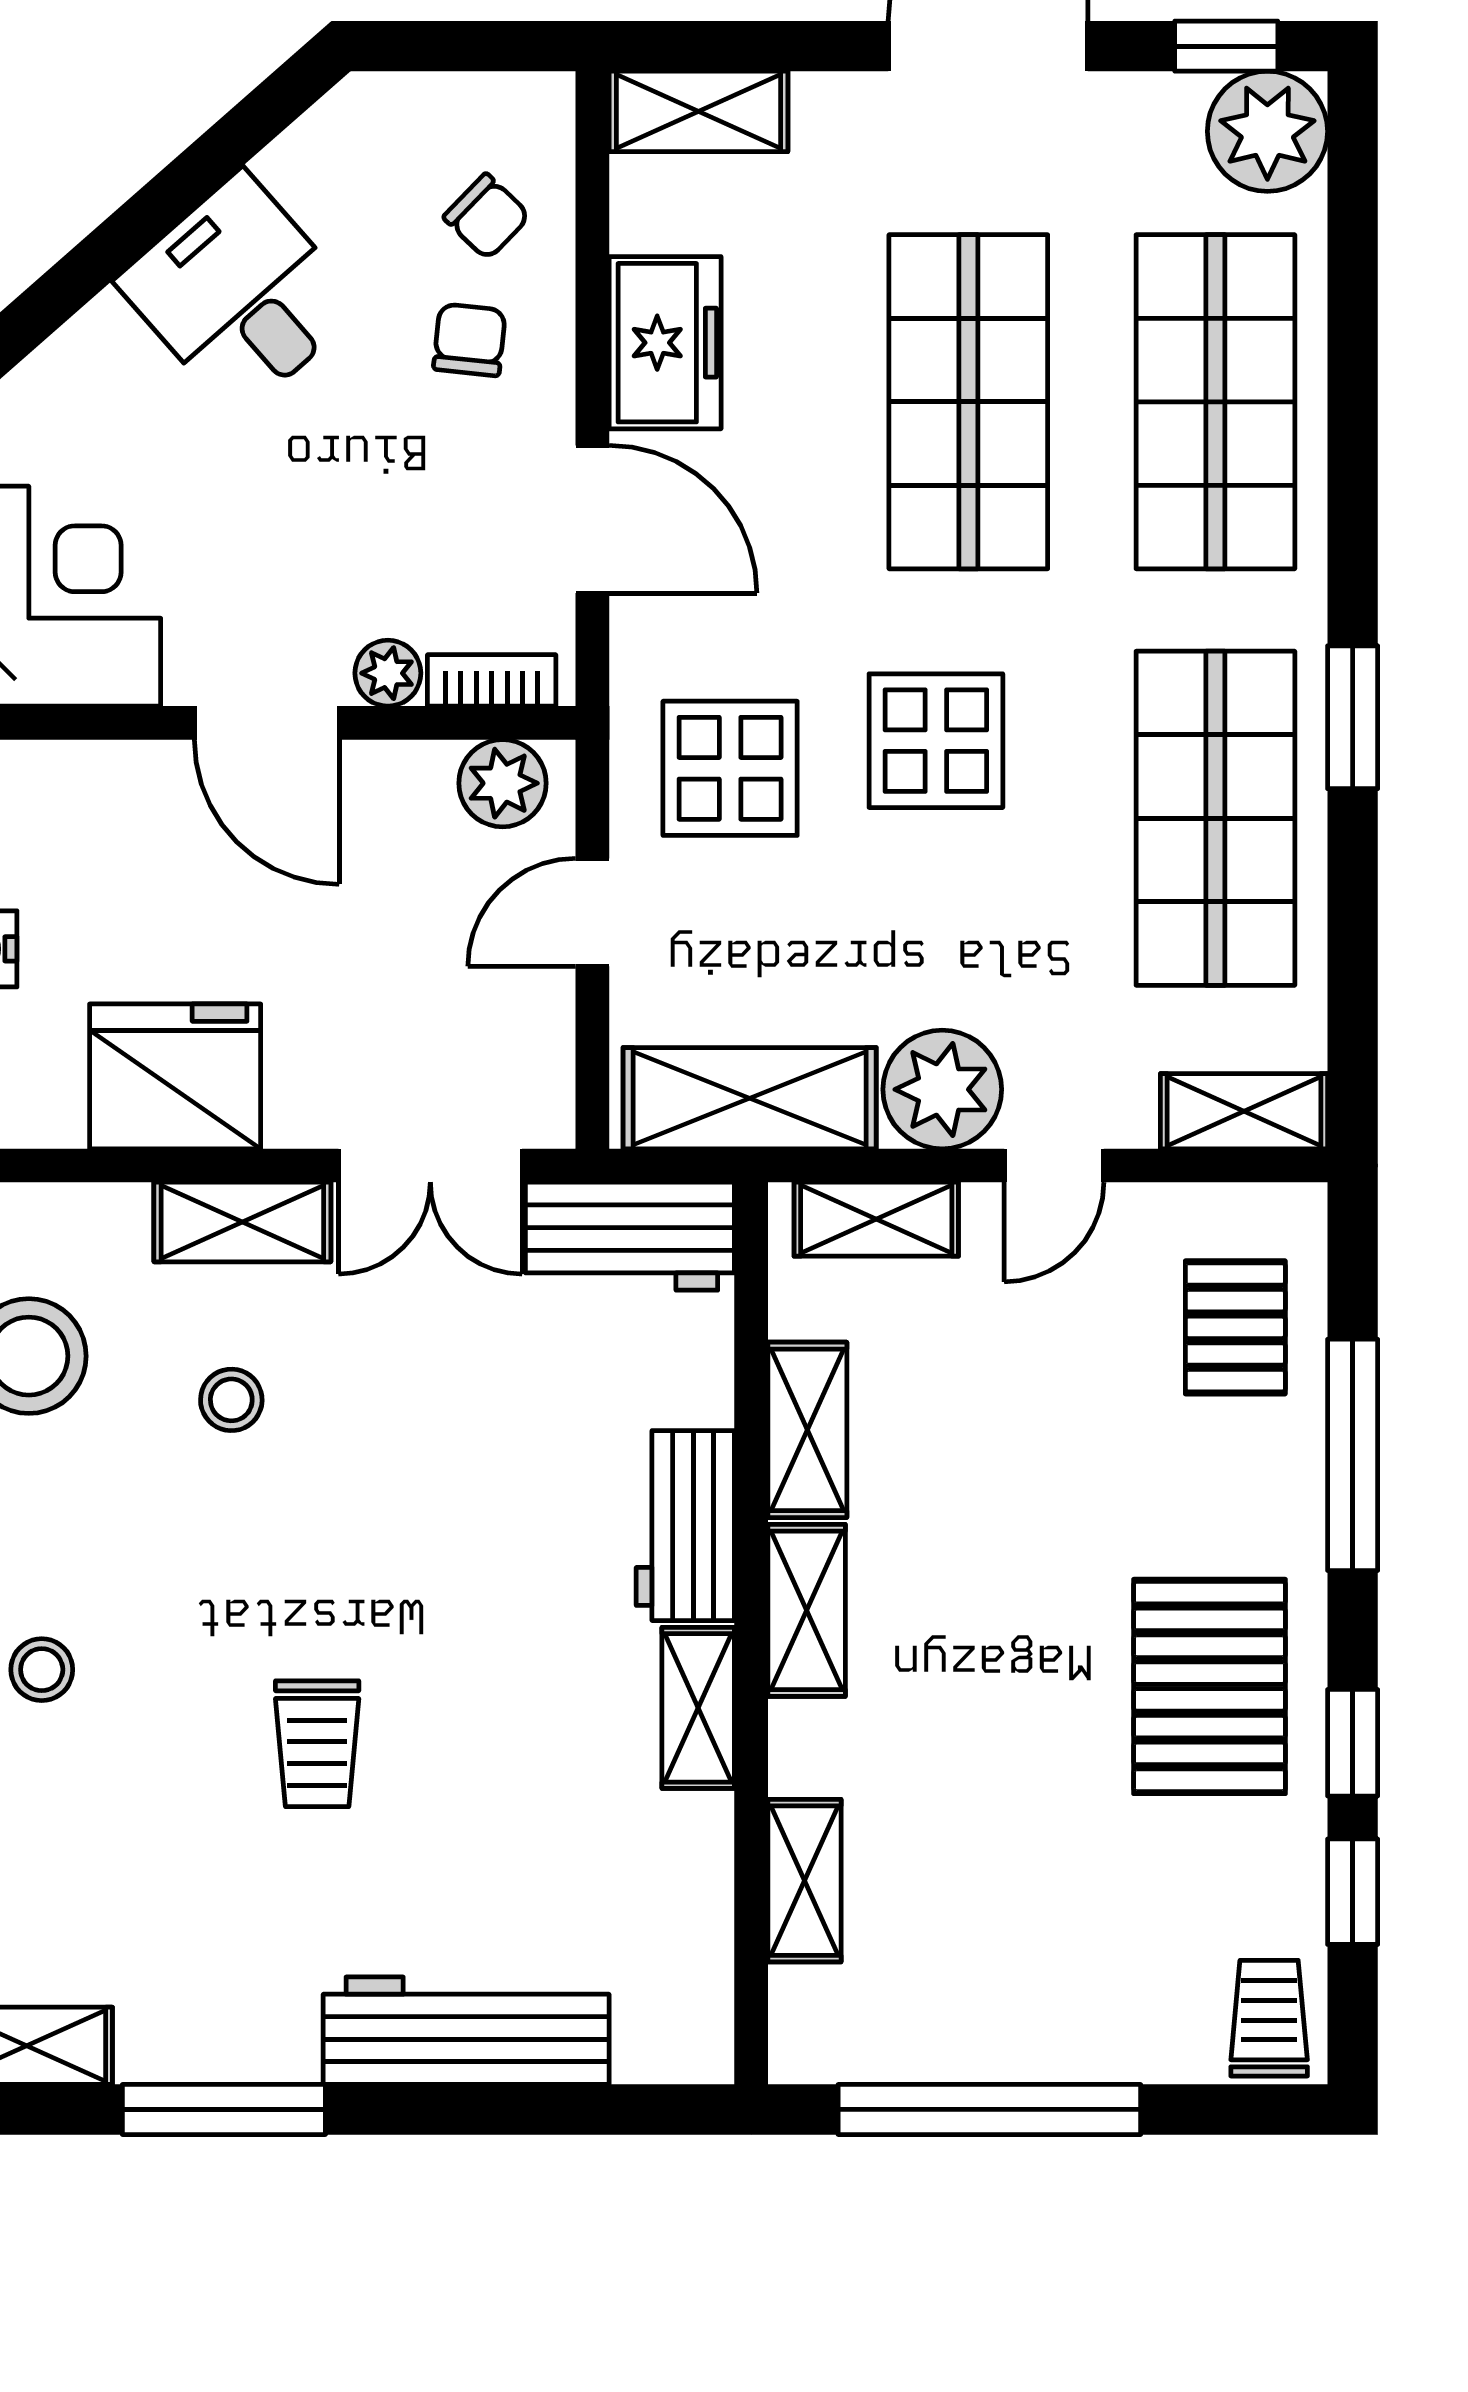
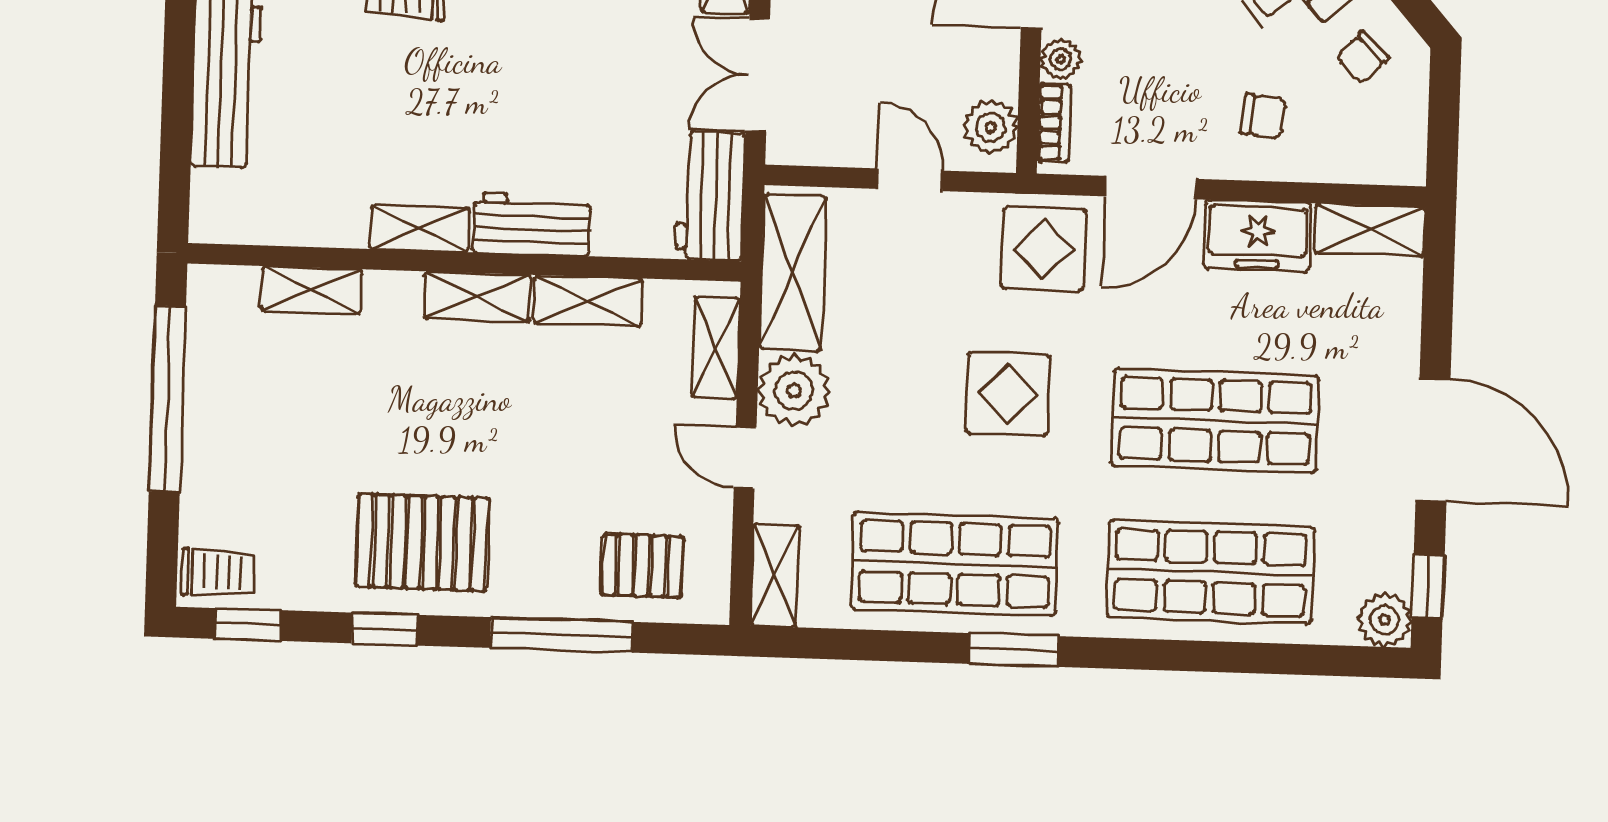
shelving: (698, 111) -> (1370, 230), moved, turned 90
plant: (1267, 131) -> (1385, 620), width x0.73, depth x0.73
chair: (487, 216) -> (1362, 57), moved
display table: (730, 768) -> (1043, 249), moved
window: (1353, 1892) -> (248, 625), moved

